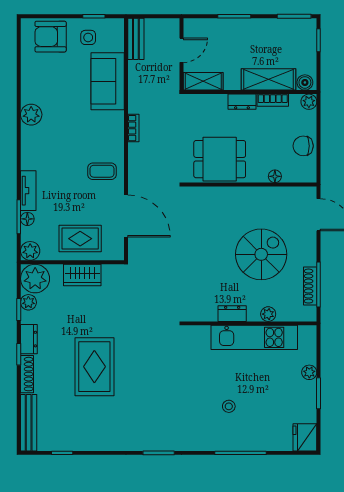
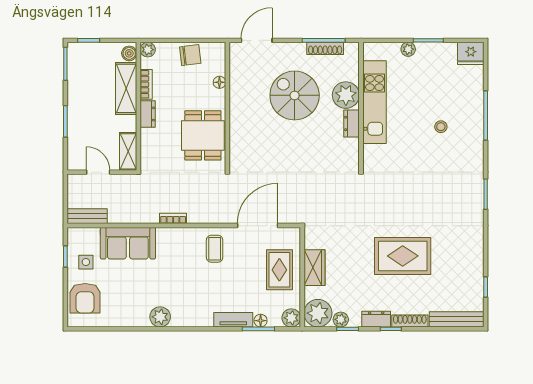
chair: (303, 146) -> (190, 55), turned -97
plant: (268, 314) -> (346, 95), width x1.87, depth x1.87

